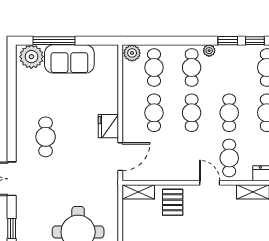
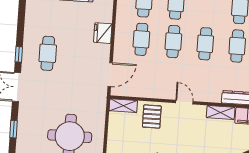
fridge: (108, 126) -> (103, 33), moved
window: (12, 140) -> (19, 54), added
cafe table: (229, 158) -> (203, 82), removed

